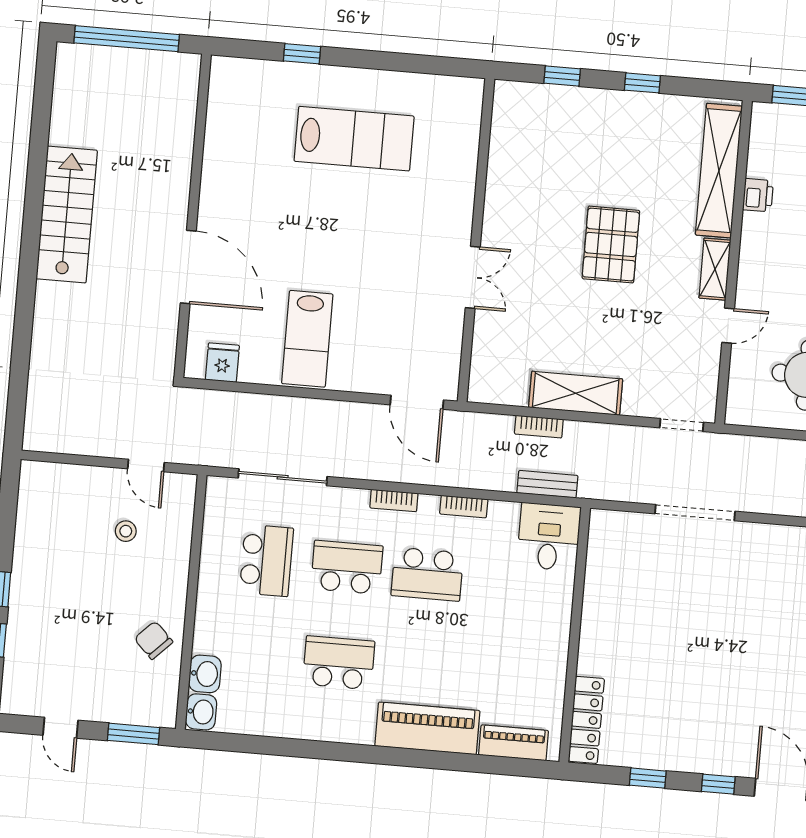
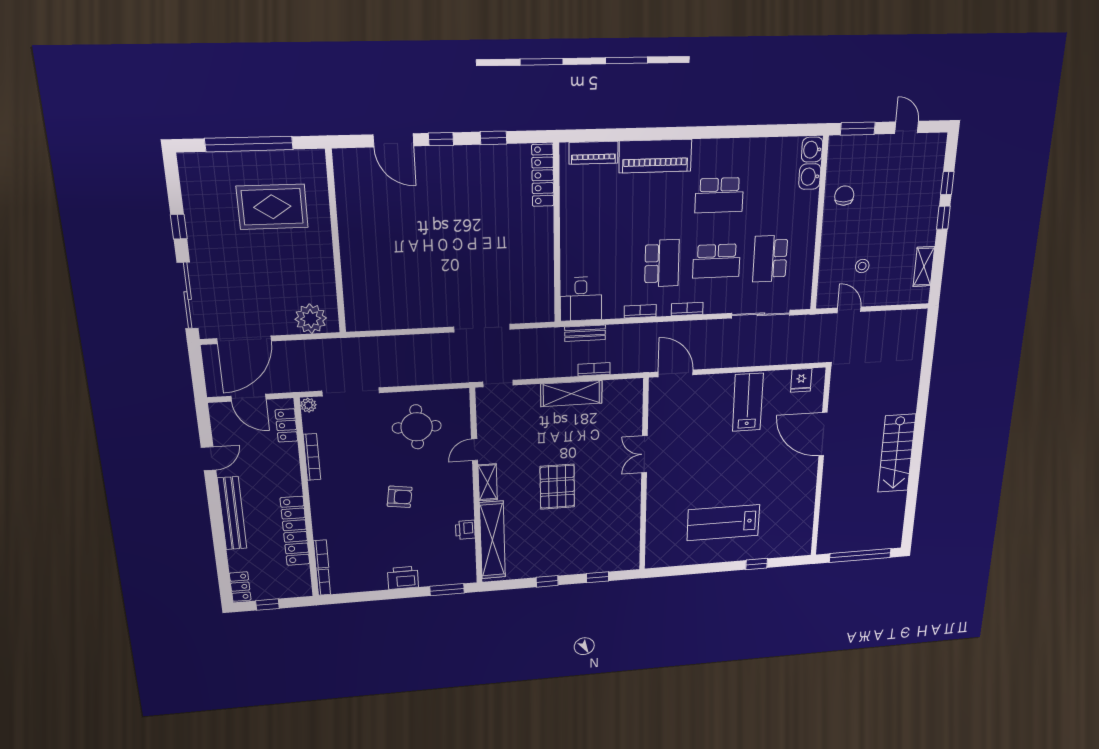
shelving: (29, 518) -> (924, 267), added
school desk: (427, 574) -> (662, 263), turned 90
chair: (154, 640) -> (844, 196), turned -135

